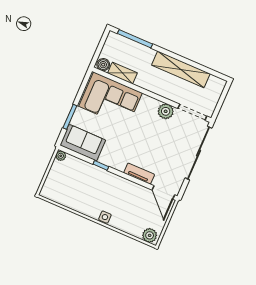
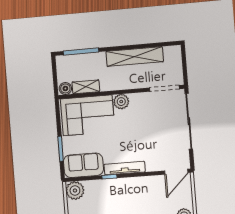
plant: (166, 111) -> (121, 102), moved
plant: (61, 156) -> (75, 190), width x1.87, depth x1.87
tv unit: (139, 174) -> (125, 168), moved, width x1.41
door: (163, 192) -> (176, 172), hinge flipped

